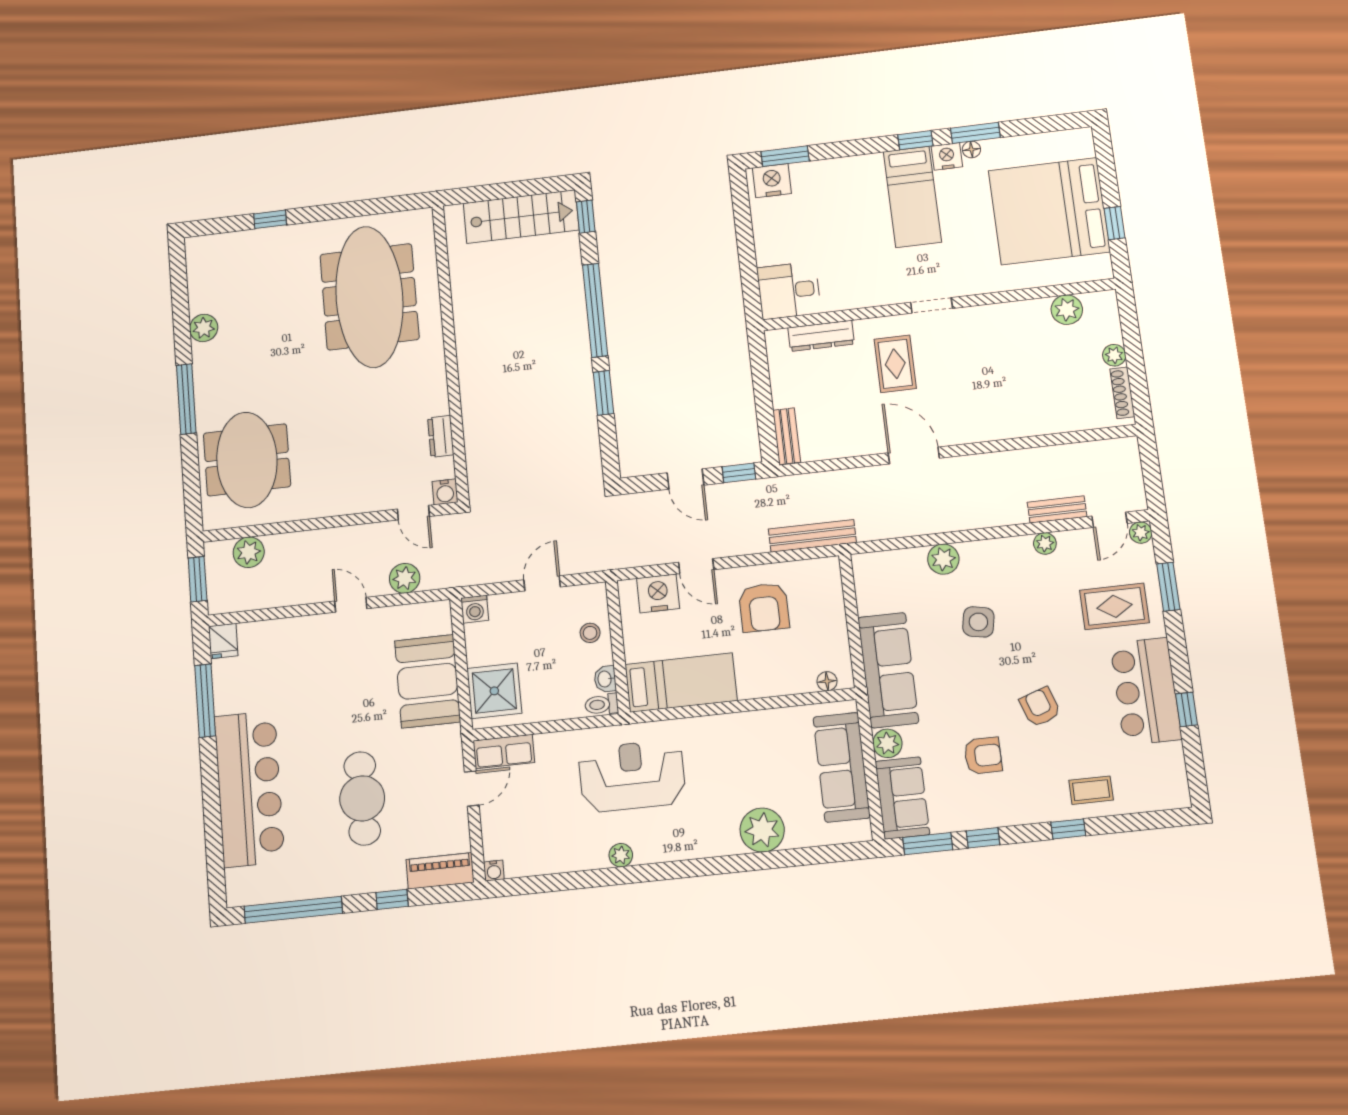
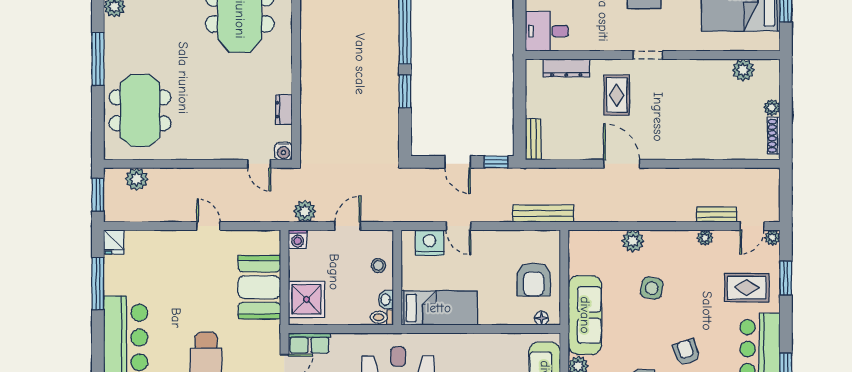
plant: (405, 578) -> (305, 211), moved
armchair: (764, 607) -> (534, 279), moved

